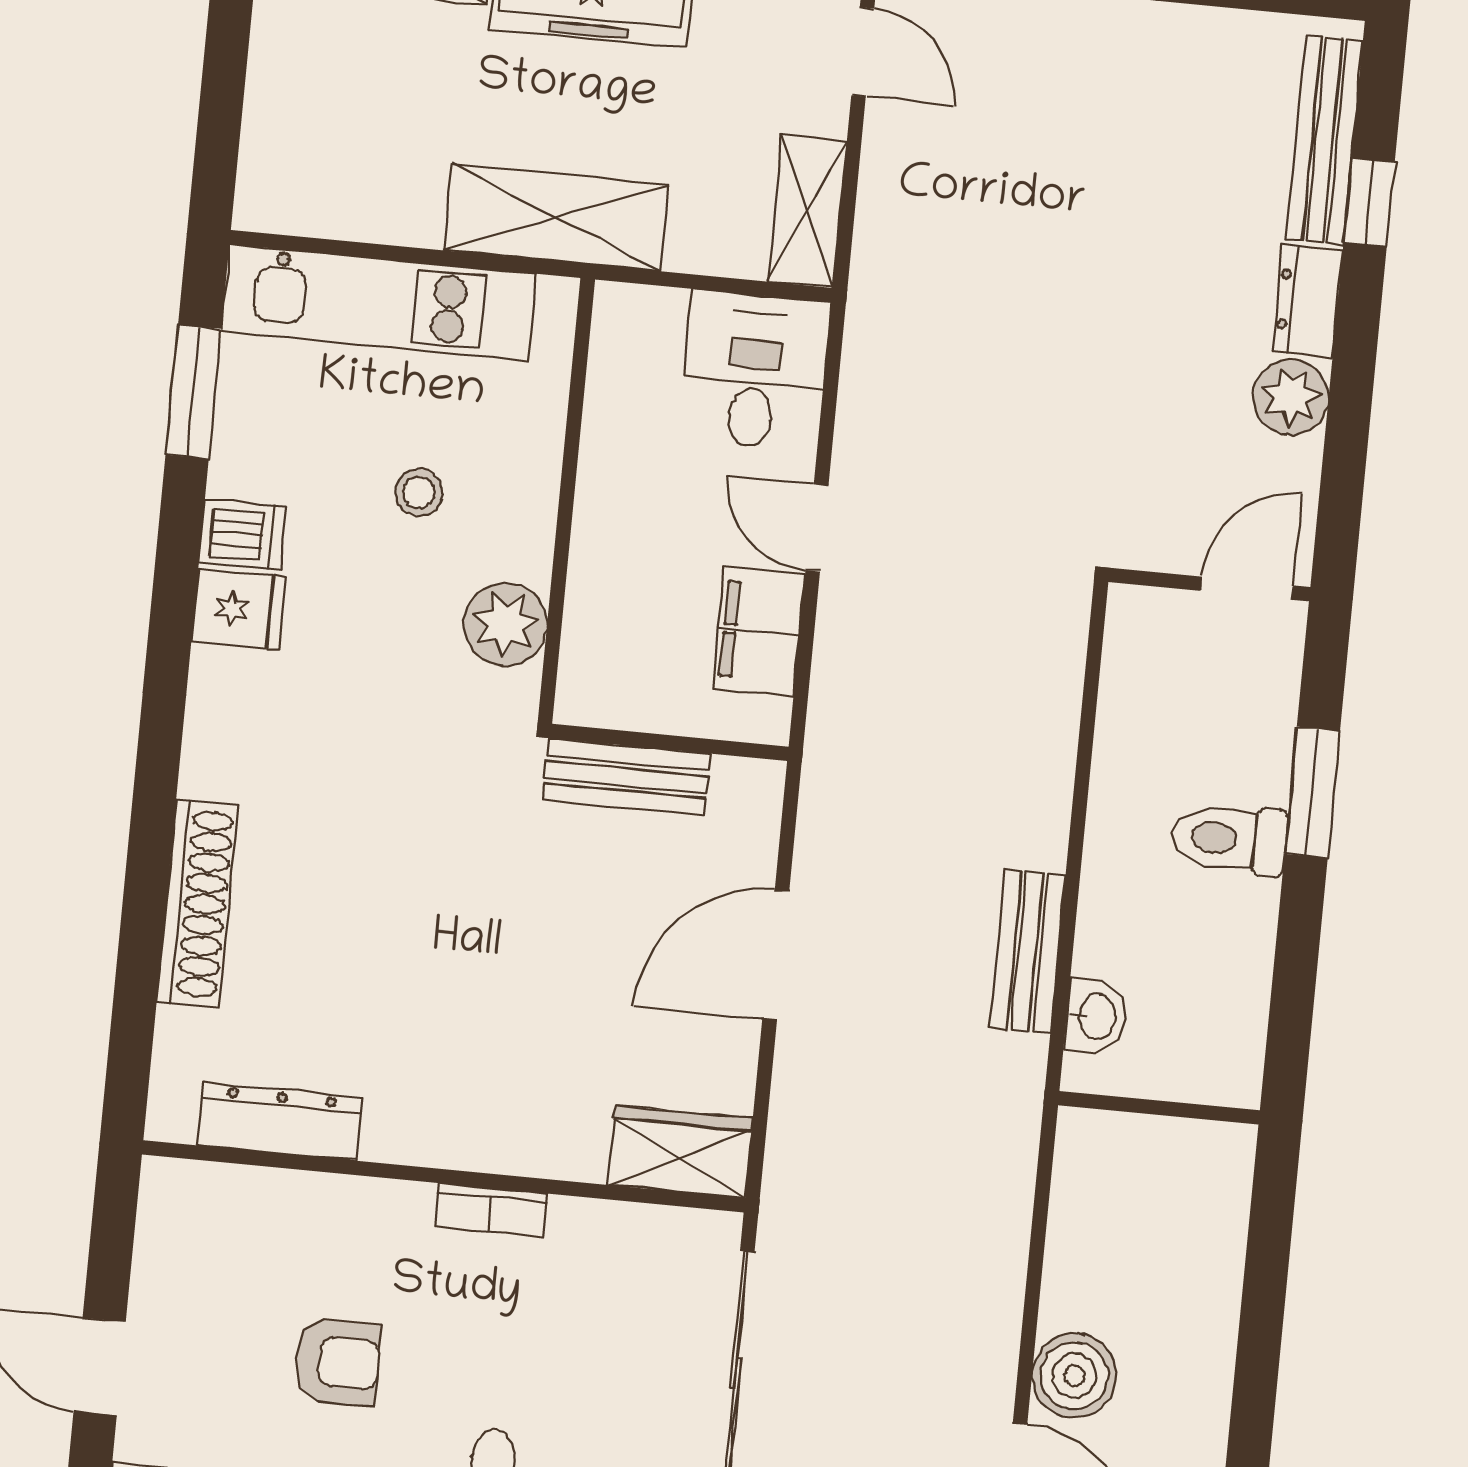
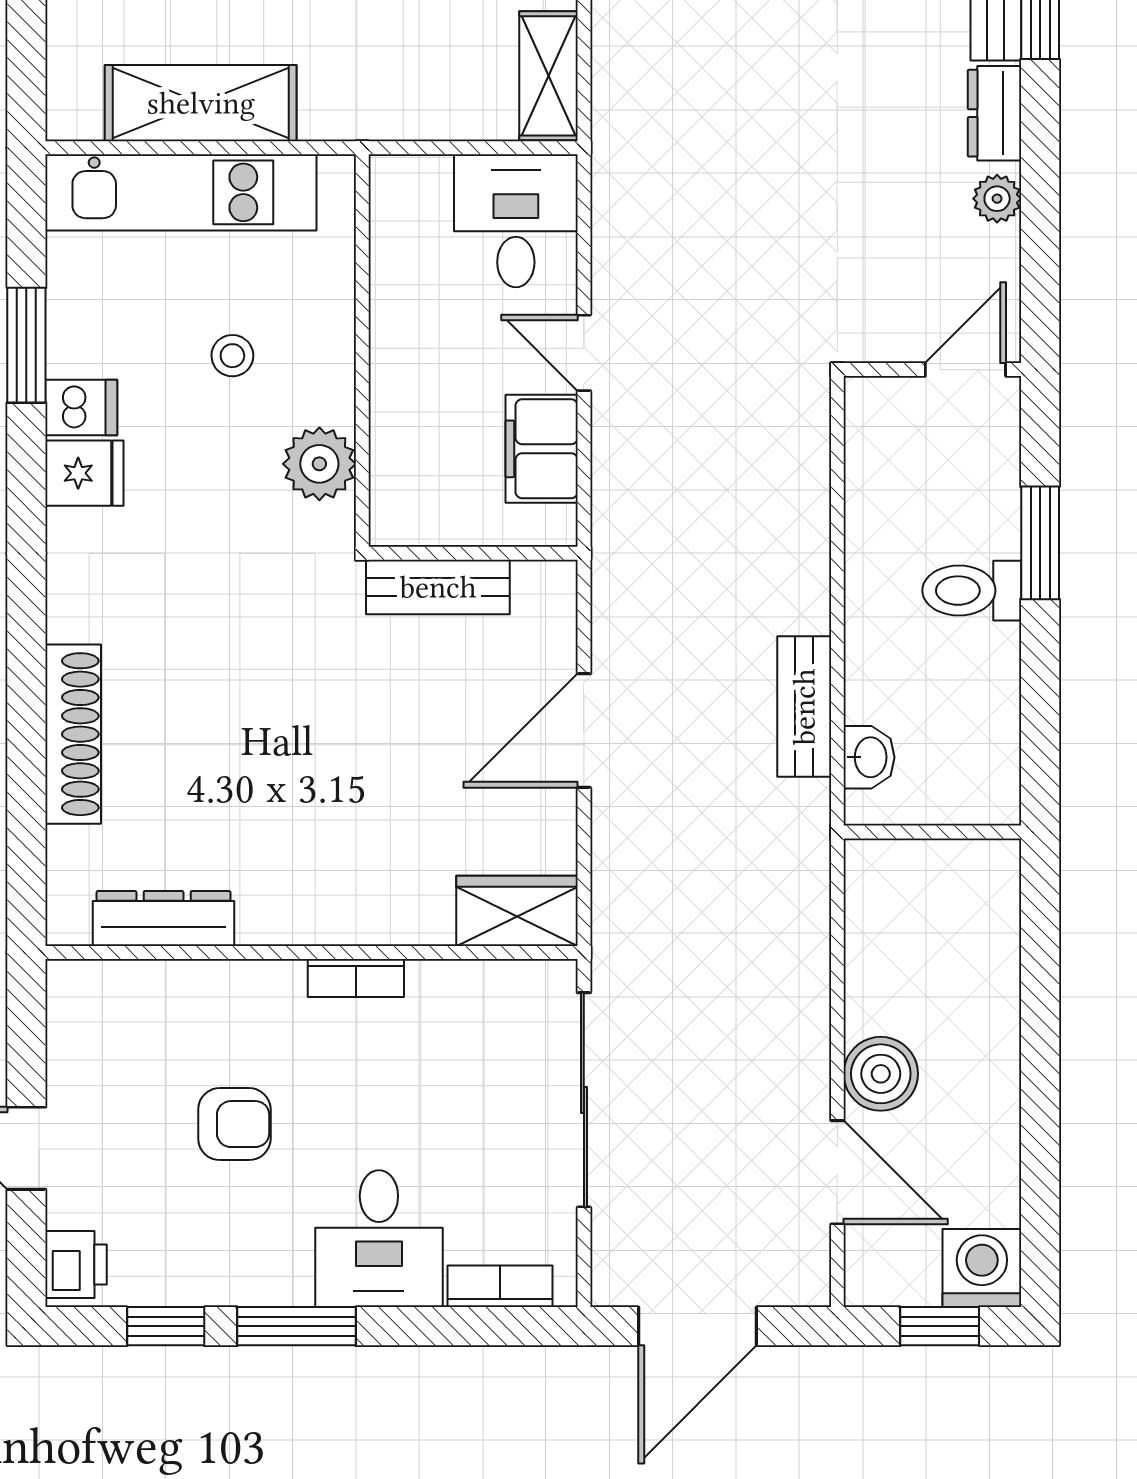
shelving: (556, 217) -> (201, 103), moved
window: (193, 392) -> (26, 345), moved
plant: (1291, 397) -> (997, 199), width x0.73, depth x0.73

